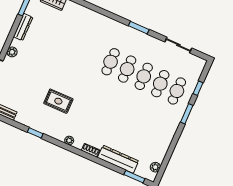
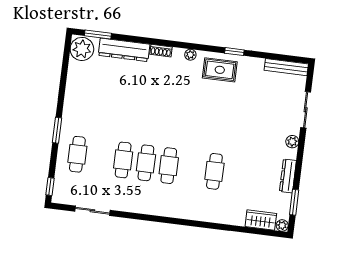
window: (139, 28) -> (147, 218), removed
cafe table: (160, 84) -> (214, 171), moved
window: (198, 88) -> (50, 187), moved
rug: (58, 101) -> (220, 70), moved
plant: (155, 167) -> (82, 49), width x1.88, depth x1.88

